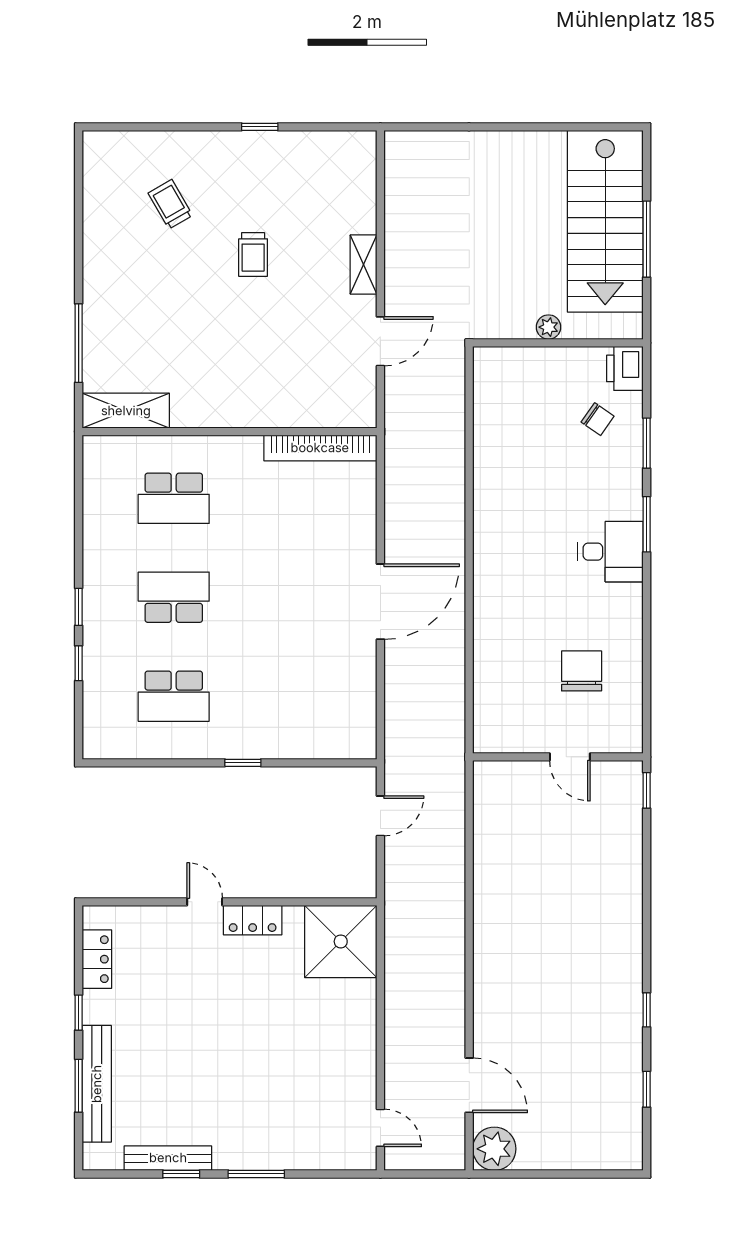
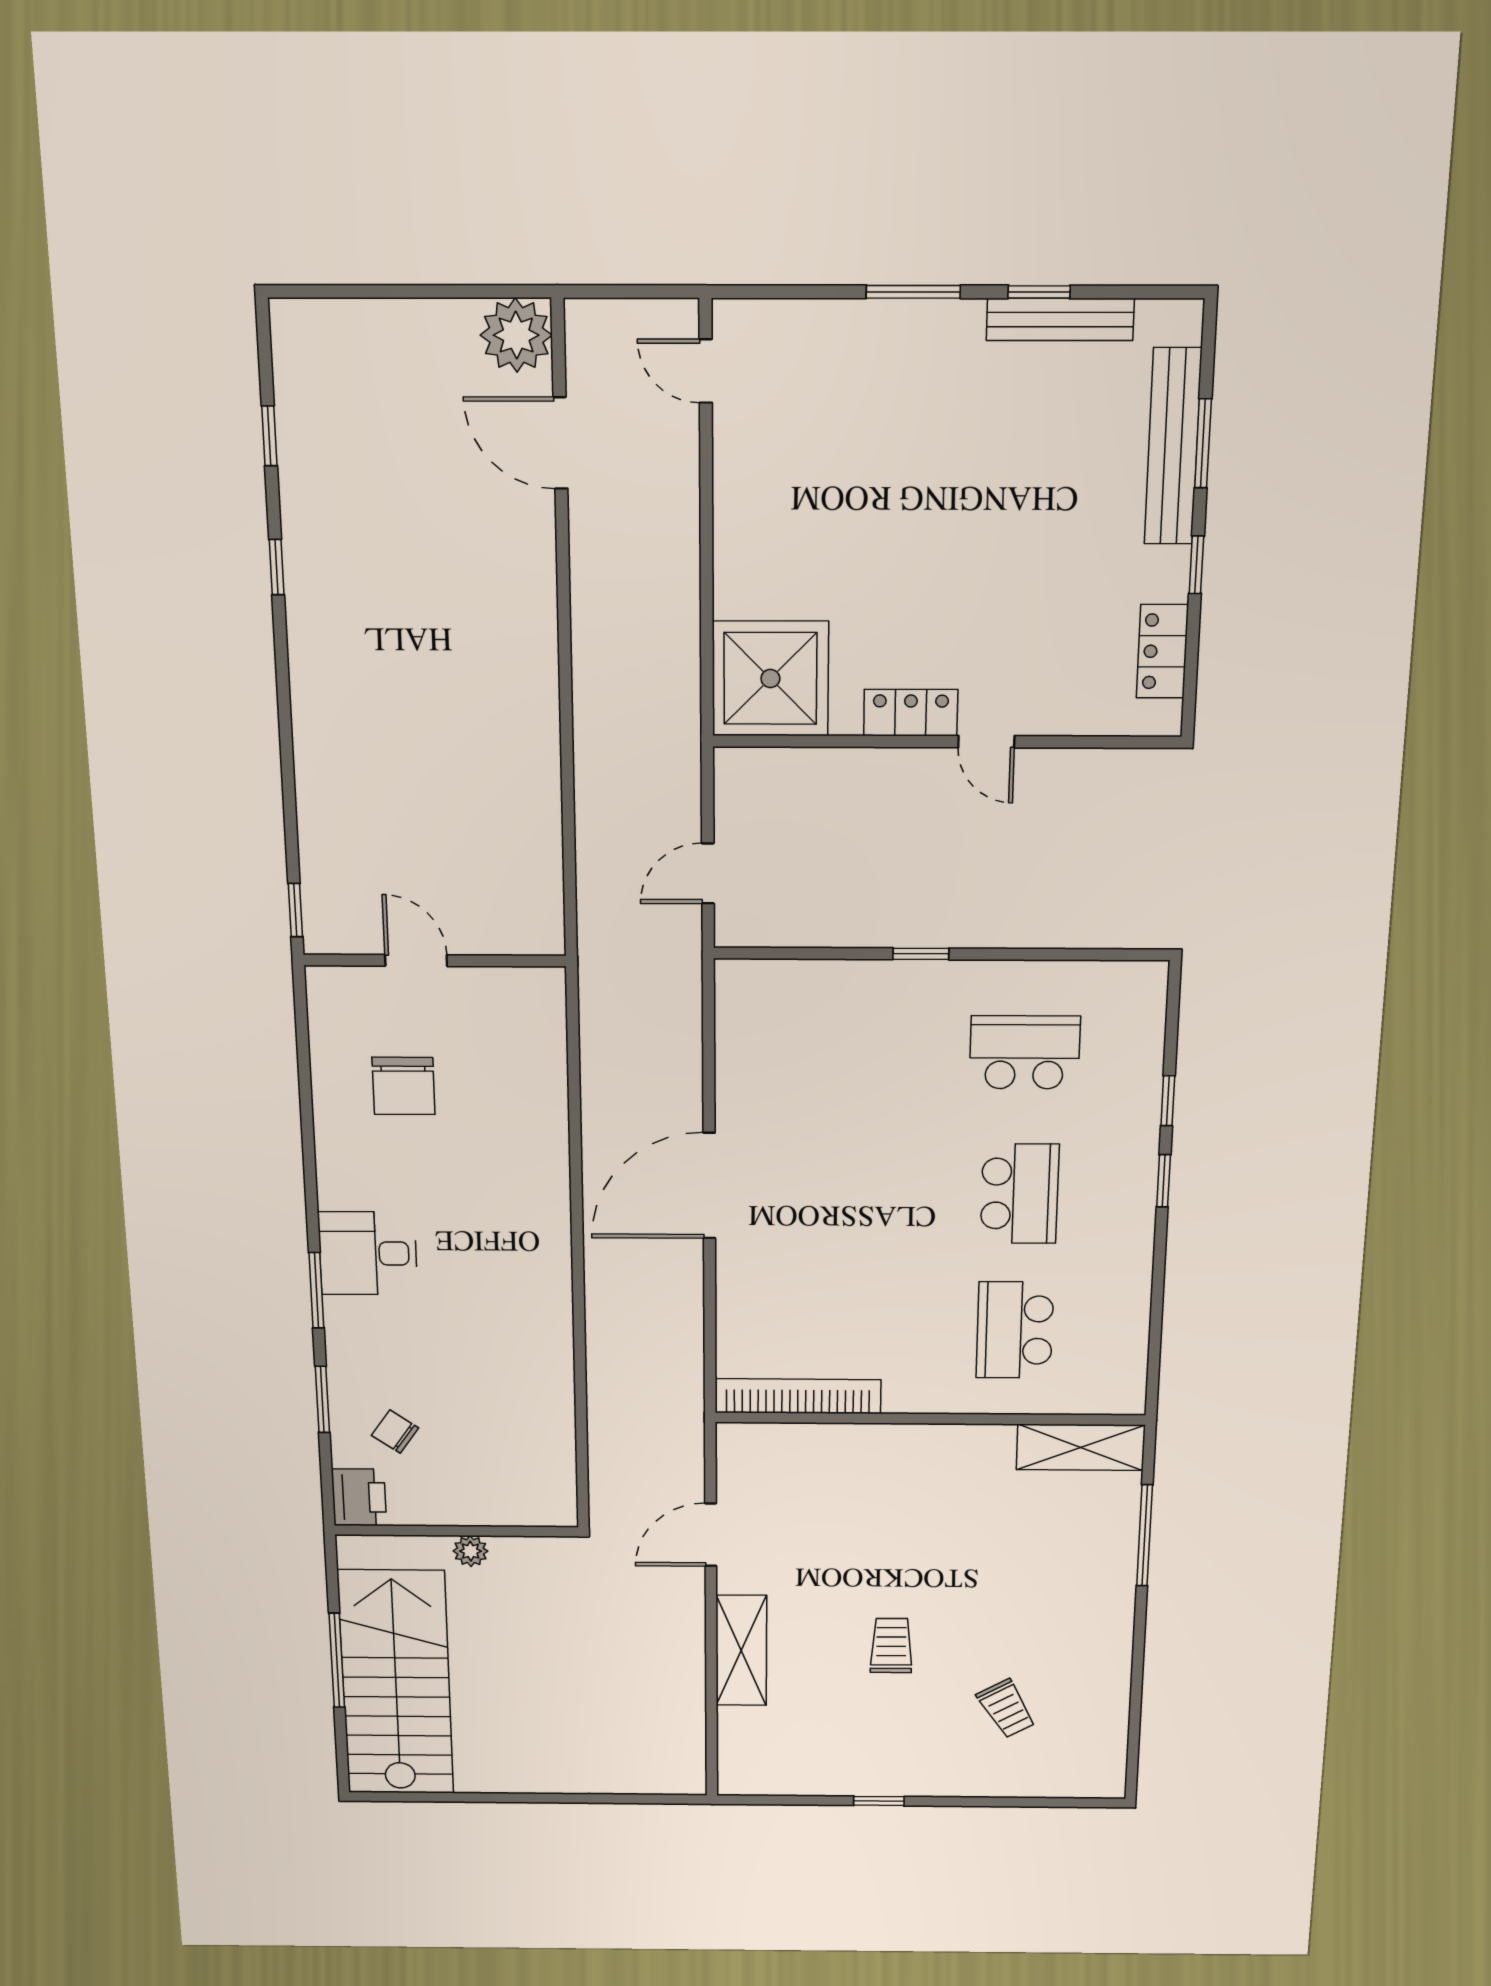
shelving: (364, 264) -> (741, 1650), width x1.50, depth x1.33
school desk: (174, 498) -> (1015, 1330), turned -90
school desk: (174, 597) -> (1020, 1194), turned -90

